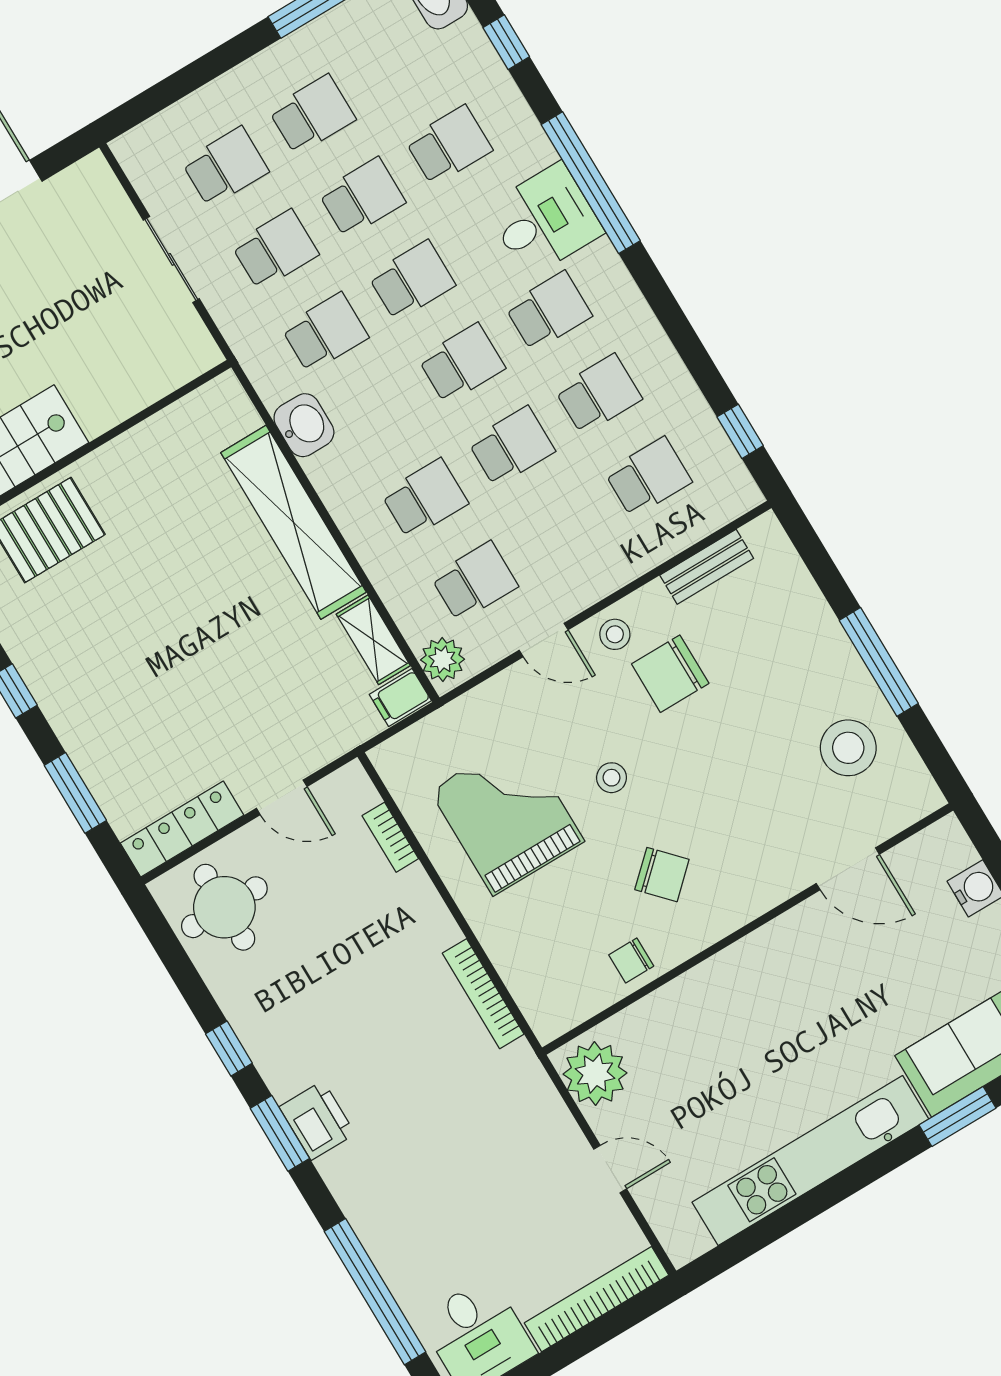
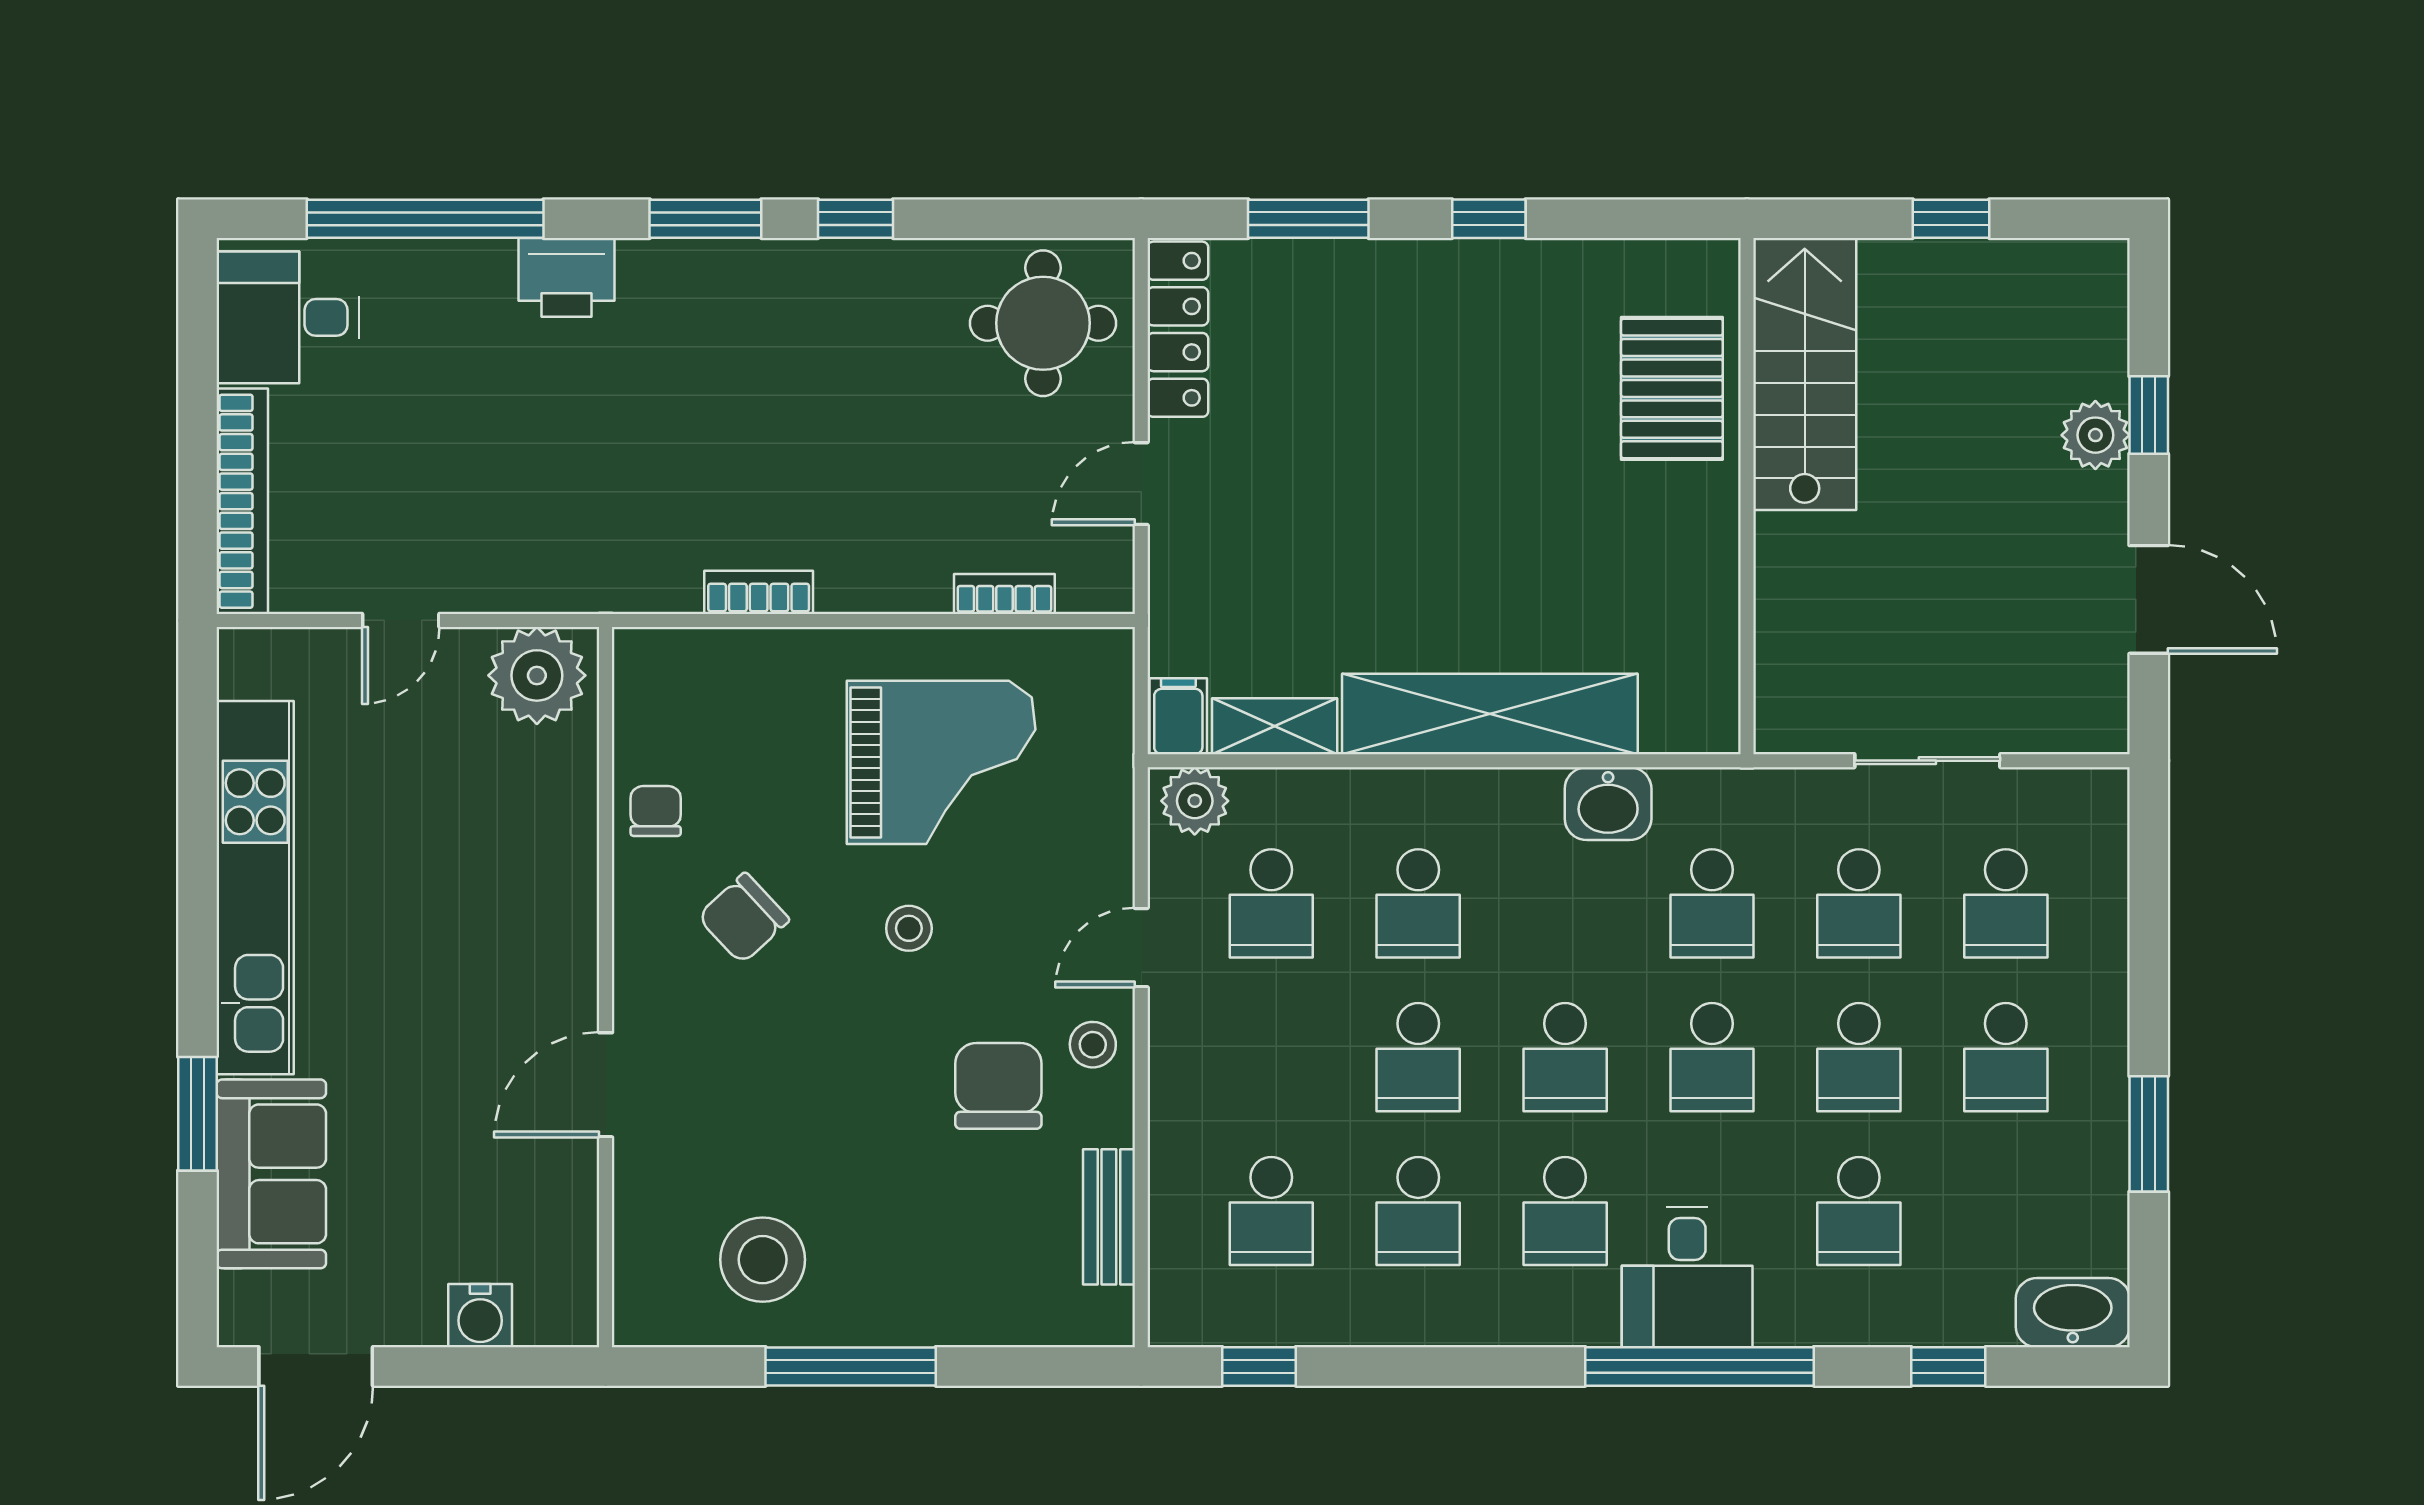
door: (848, 869) -> (606, 1085), moved
bookcase: (483, 994) -> (759, 592), width x0.64
printer: (317, 1120) -> (567, 277), moved

